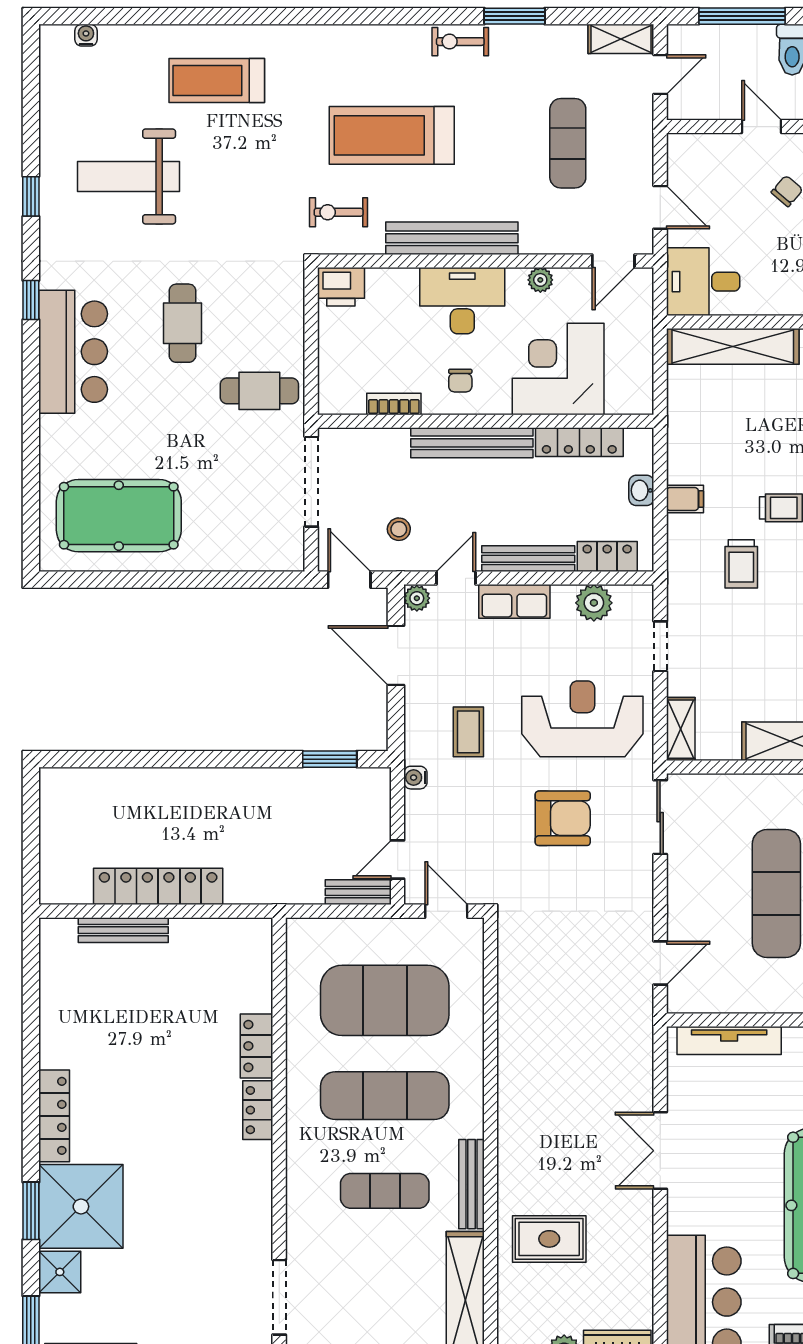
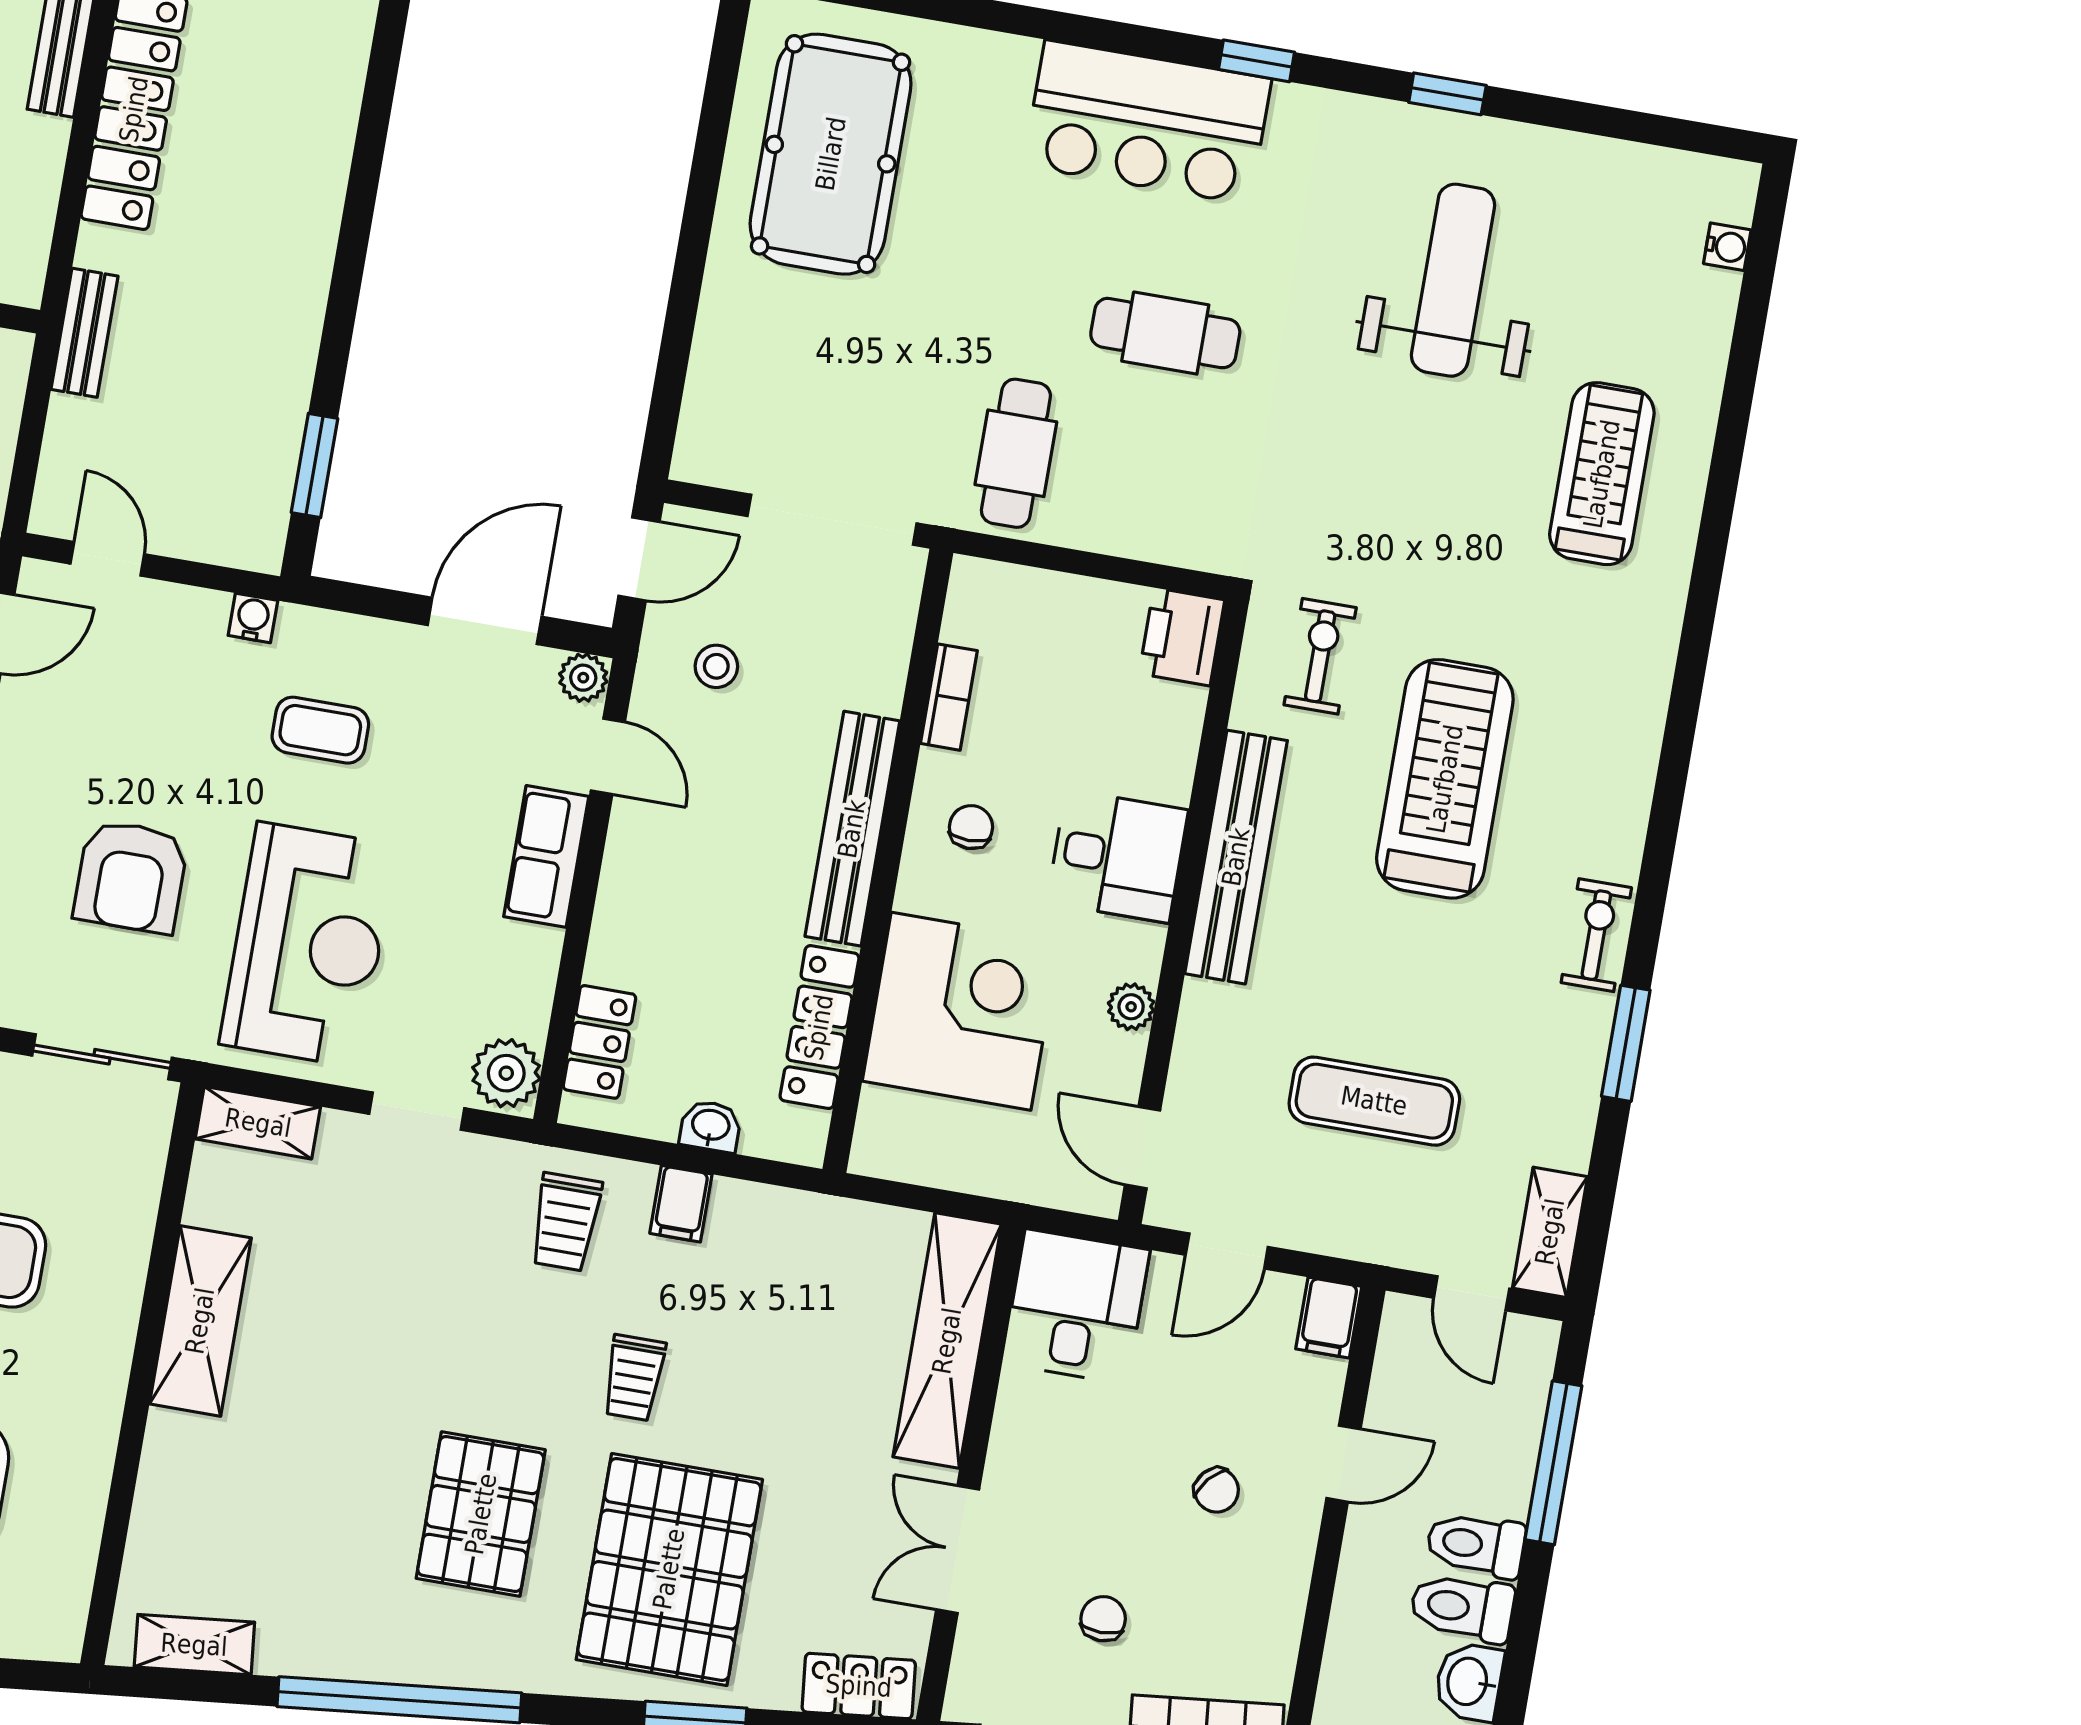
filing cabinet: (686, 148) -> (1329, 1318), added
desk: (462, 301) -> (1118, 856), width x0.73
chair: (460, 381) -> (971, 827), turned 90
bench: (528, 559) -> (621, 896), removed
trolley: (741, 564) -> (566, 1222), moved, turned -90
plant: (594, 603) -> (506, 1073), moved
bench: (358, 892) -> (84, 333), moved

